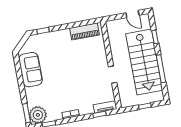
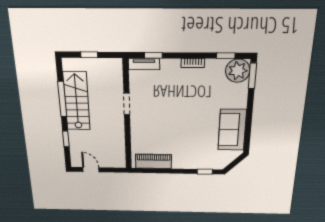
stairs: (144, 62) -> (77, 101), width x0.73, depth x0.66

